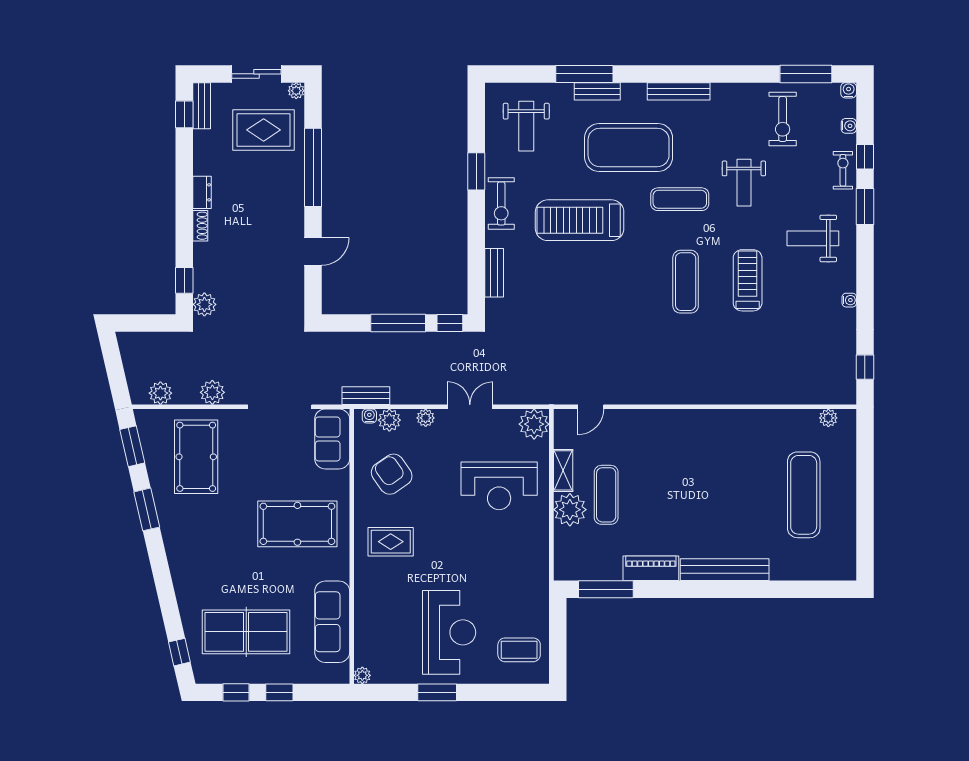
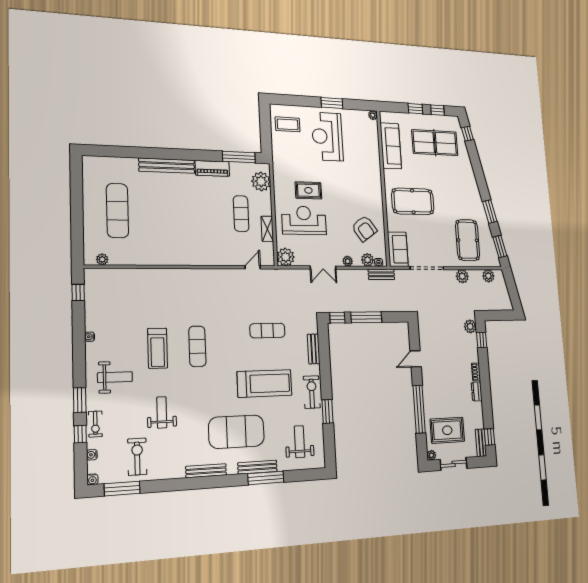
bench: (597, 91) -> (257, 467), width x1.36
exercise mat: (680, 199) -> (267, 331), moved
plant: (570, 510) -> (261, 181), moved
rug: (391, 542) -> (308, 190), moved

